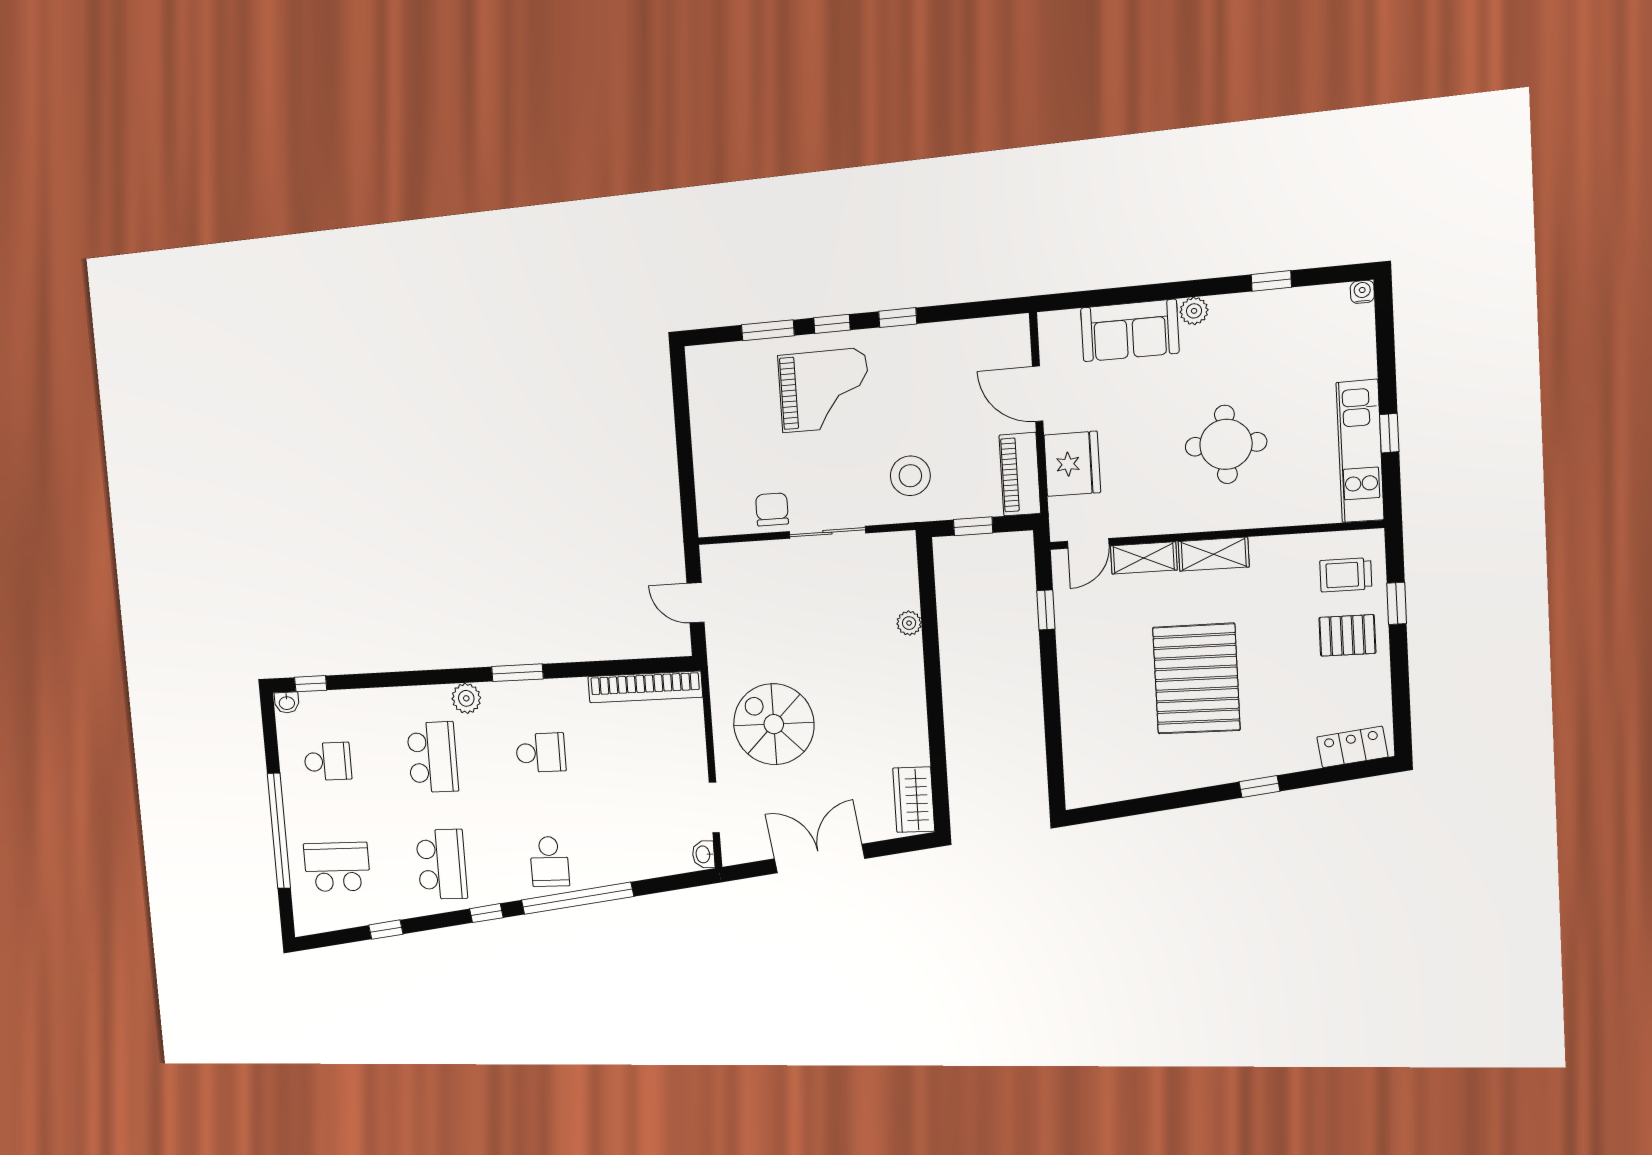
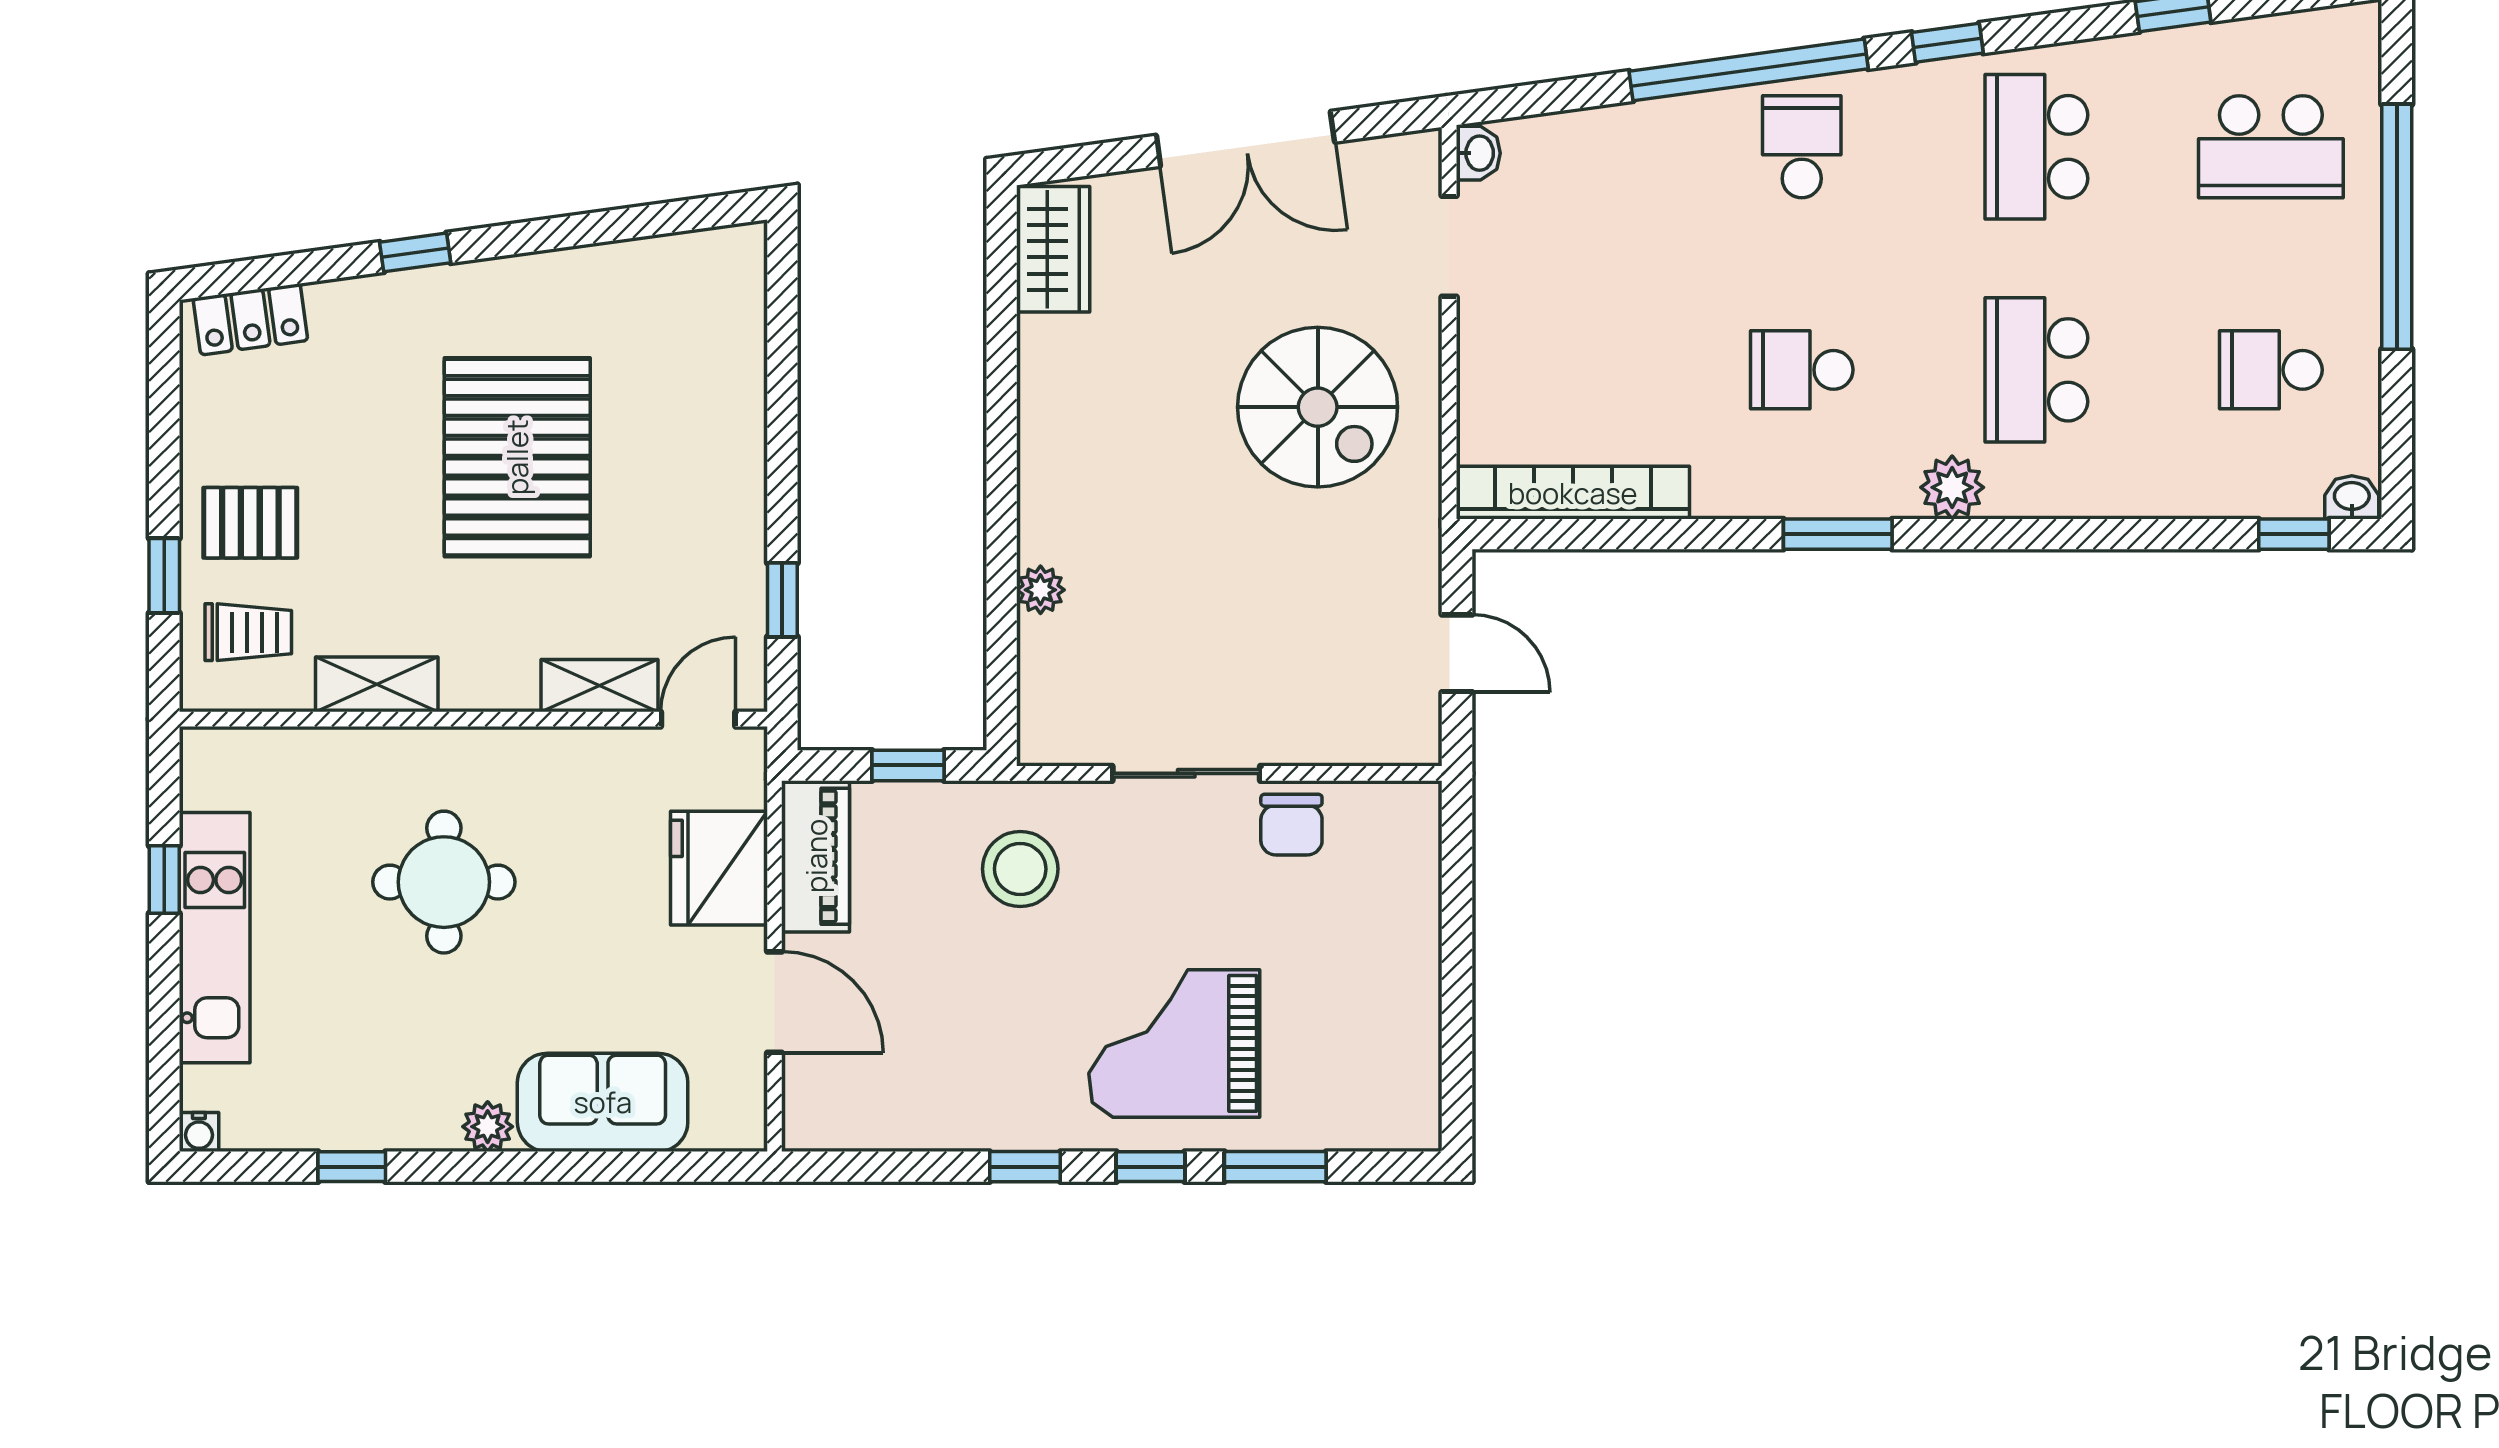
kitchen unit: (1360, 451) -> (215, 938), moved
shelving: (1214, 554) -> (377, 684), moved

